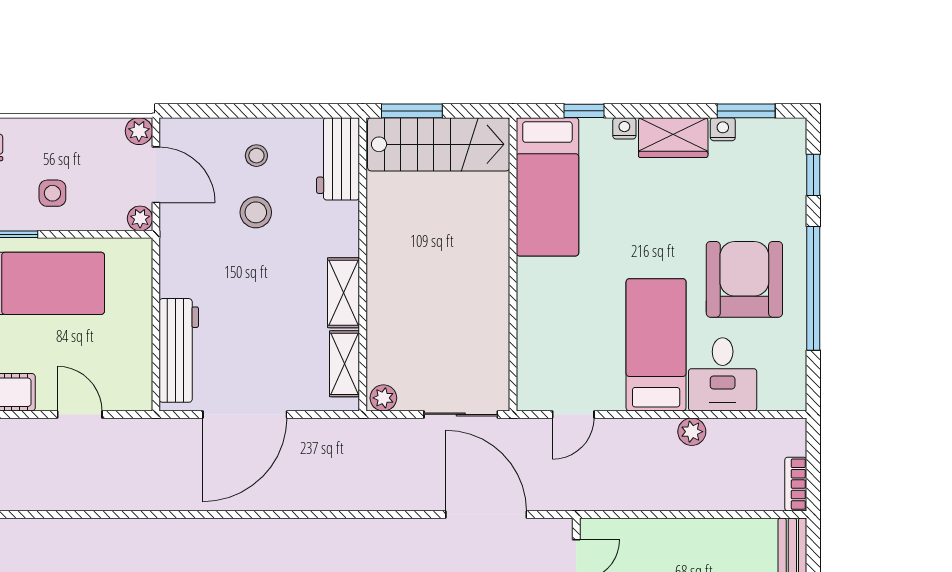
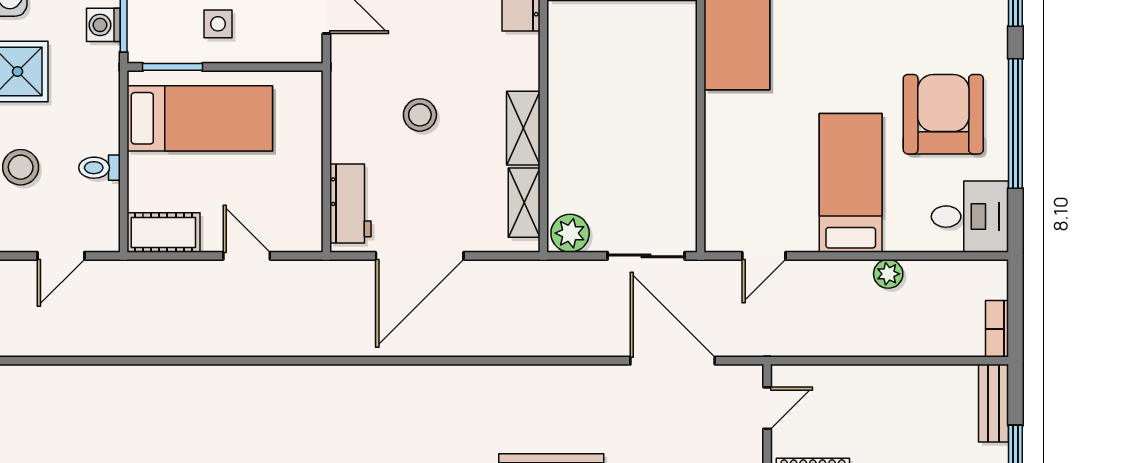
stool: (256, 212) -> (420, 115), moved
plant: (140, 218) -> (310, 50), removed
workbench: (179, 350) -> (350, 204), width x0.73
desk: (723, 374) -> (970, 217), moved, turned -90
plant: (383, 398) -> (570, 233), width x1.38, depth x1.38

